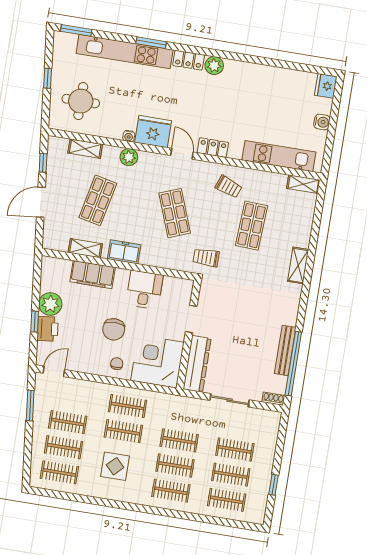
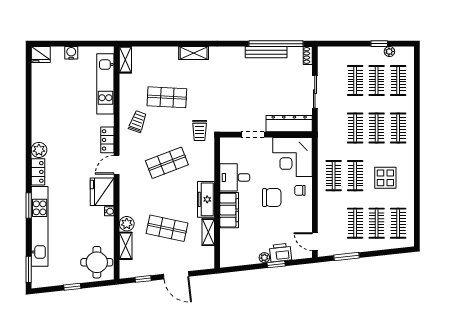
round table: (81, 101) -> (97, 262), moved
plant: (129, 157) -> (127, 224), moved
freezer: (124, 252) -> (206, 199), width x1.40
filing cabinet: (93, 275) -> (229, 210), moved
plant: (50, 304) -> (264, 258), width x0.53, depth x0.53
plant: (262, 495) -> (389, 52), added

